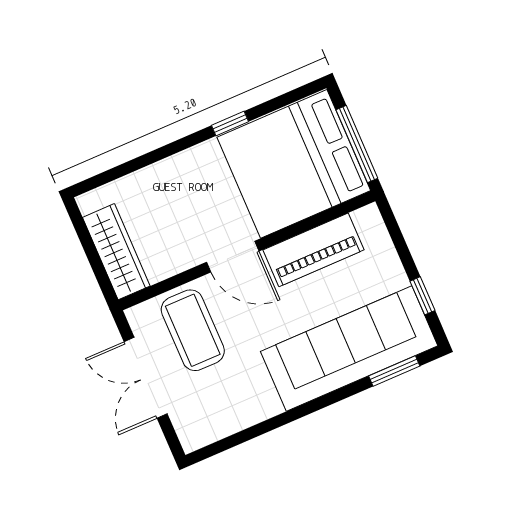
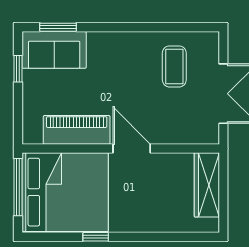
coffee table: (193, 330) -> (174, 66), moved, width x0.73, depth x0.76
sofa: (349, 349) -> (54, 50), width x0.54, depth x0.79

